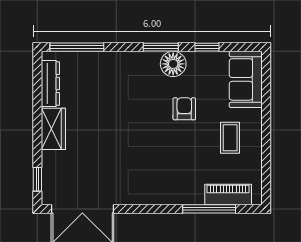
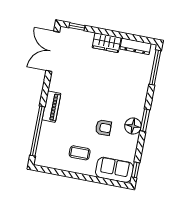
window: (207, 47) -> (135, 170), moved
piano: (228, 195) -> (51, 107), moved
window: (209, 209) -> (37, 131), width x1.46

